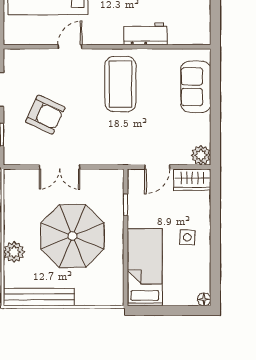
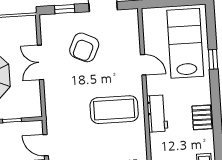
workbench: (145, 34) -> (157, 113), moved

